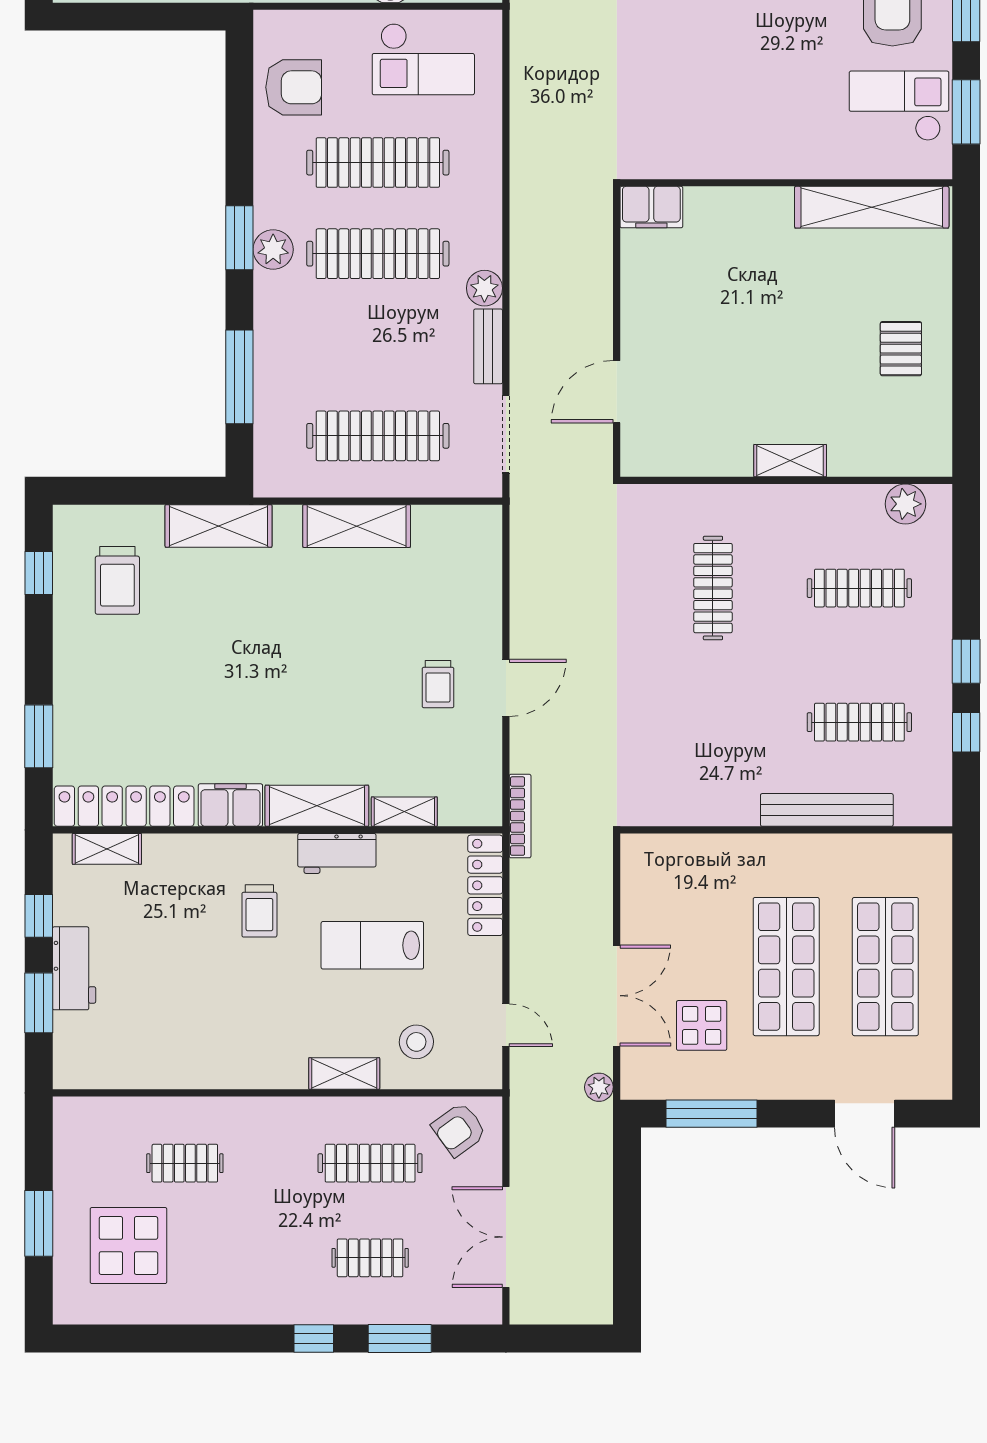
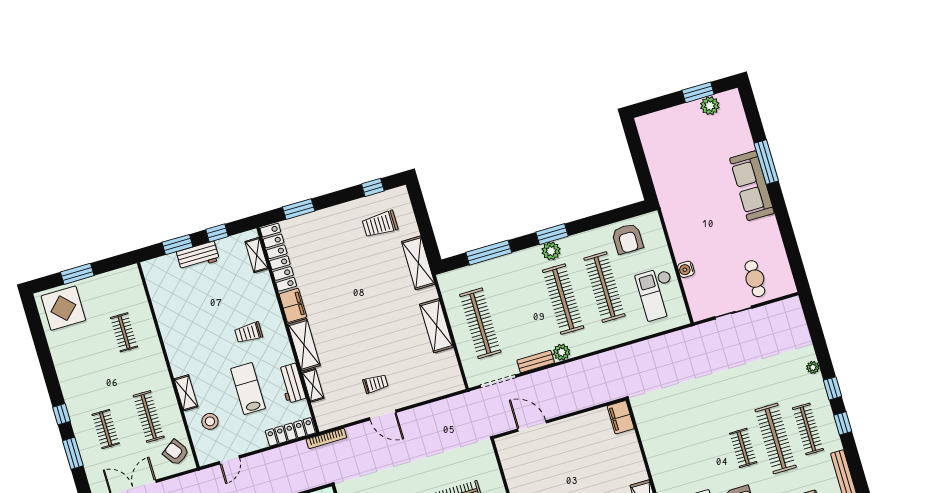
trolley: (438, 684) -> (375, 384), turned 180
workbench: (337, 853) -> (292, 383), moved
display table: (128, 1246) -> (63, 308), moved

